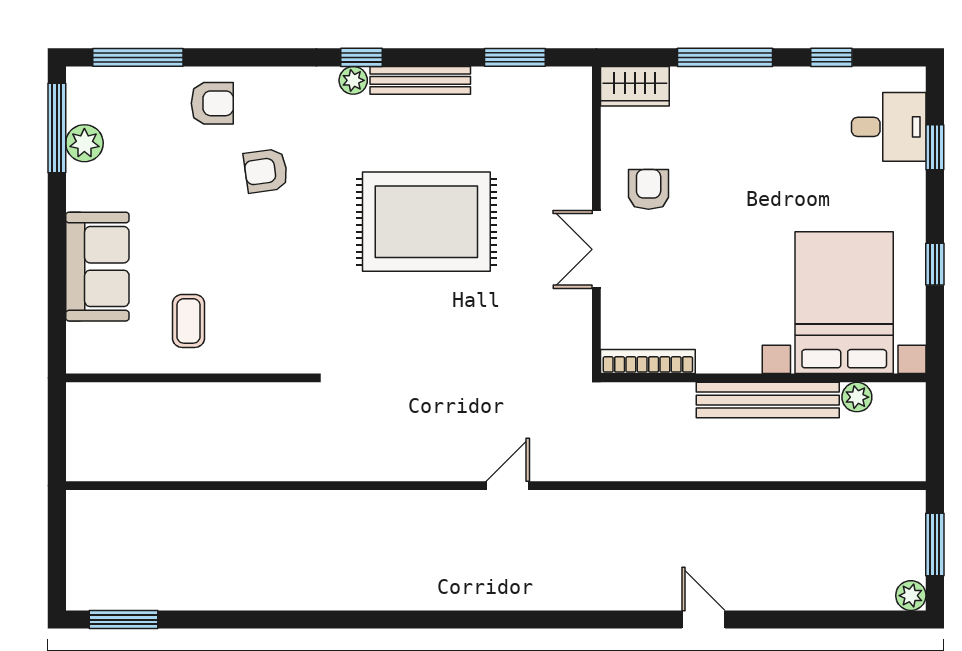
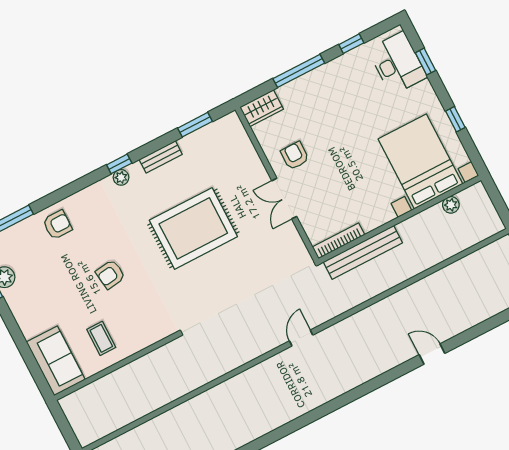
bench: (420, 80) -> (161, 157), width x0.73
desk: (889, 127) -> (397, 63), width x1.37
armchair: (266, 171) -> (110, 274), moved
sofa: (97, 267) -> (56, 361), moved
bench: (768, 400) -> (363, 252), moved

